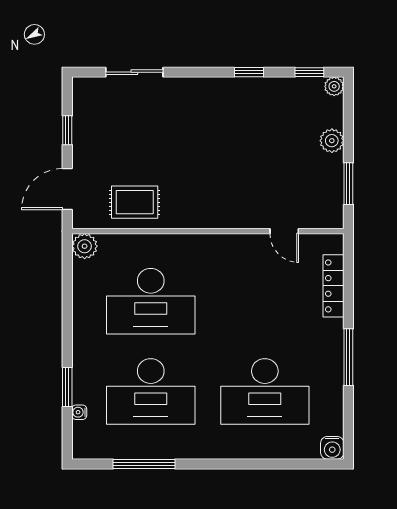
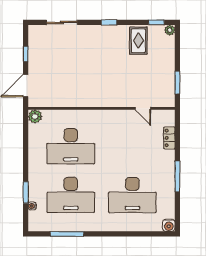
window: (249, 72) -> (109, 22), moved
plant: (332, 141) -> (169, 59), removed
rug: (135, 202) -> (138, 41), moved, turned 90
locker: (333, 286) -> (169, 138), width x0.66

